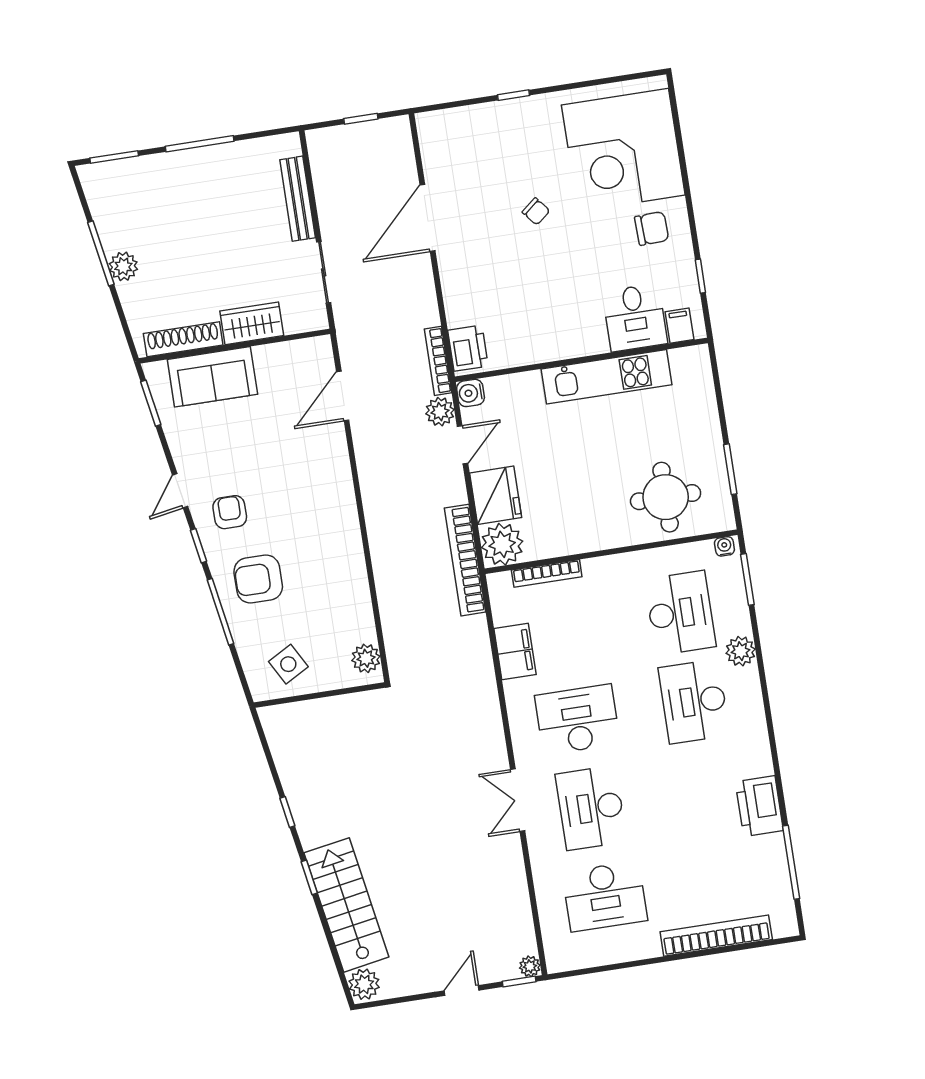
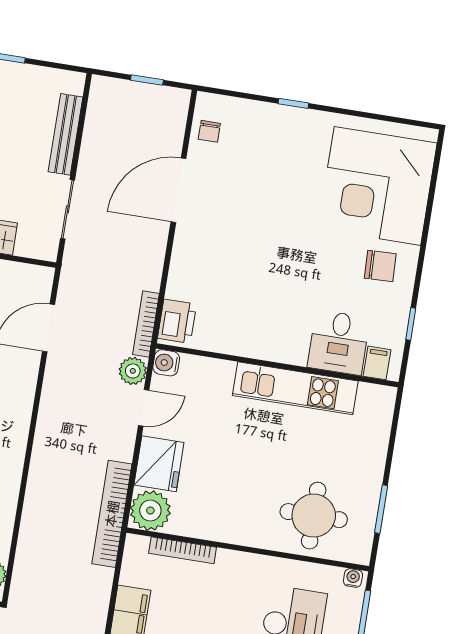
chair: (536, 211) -> (209, 131), moved, turned 39

